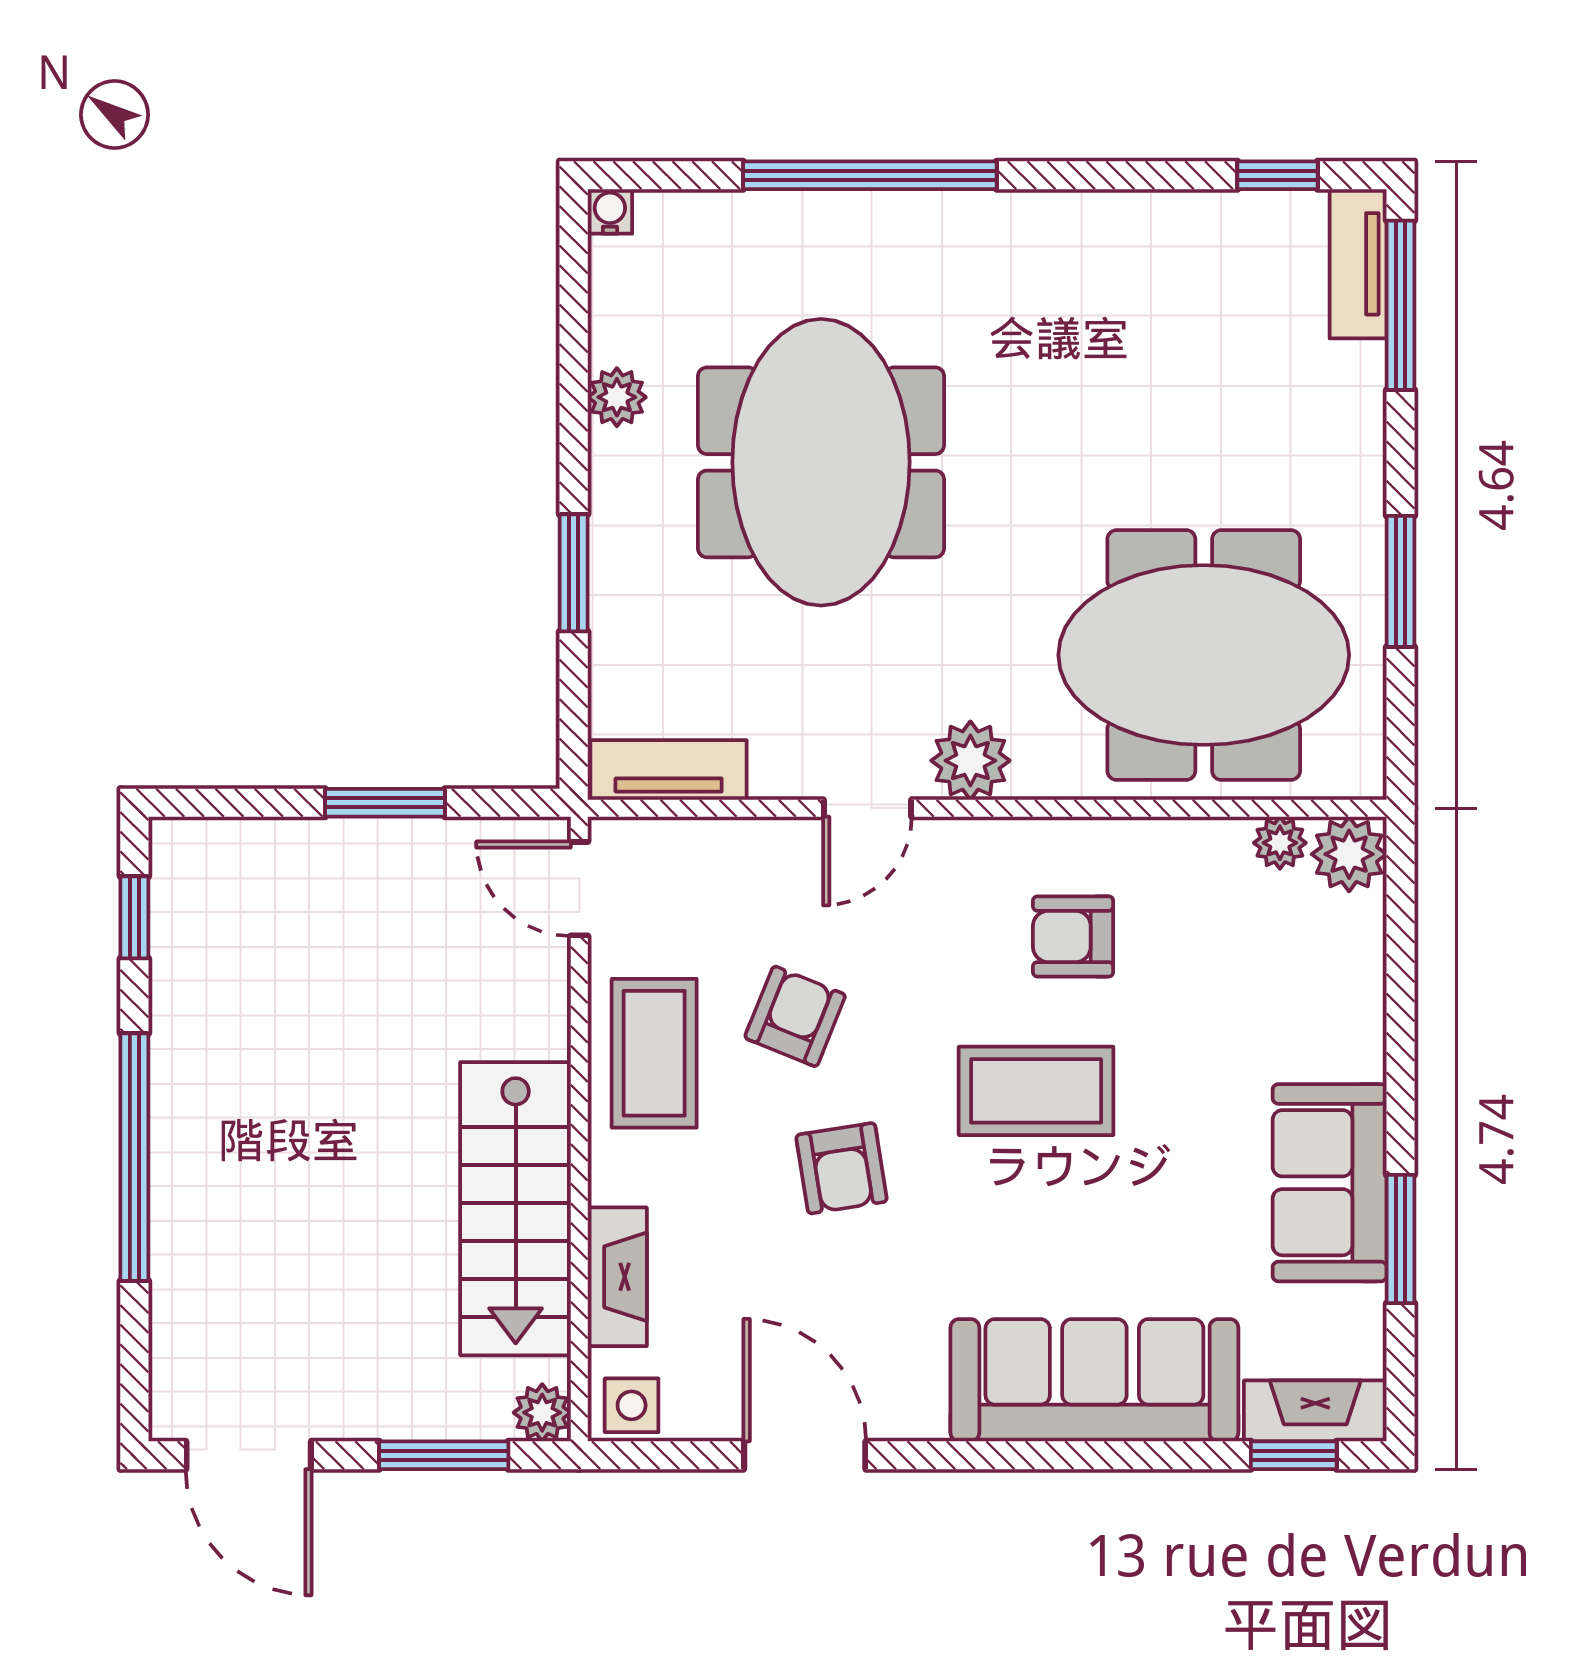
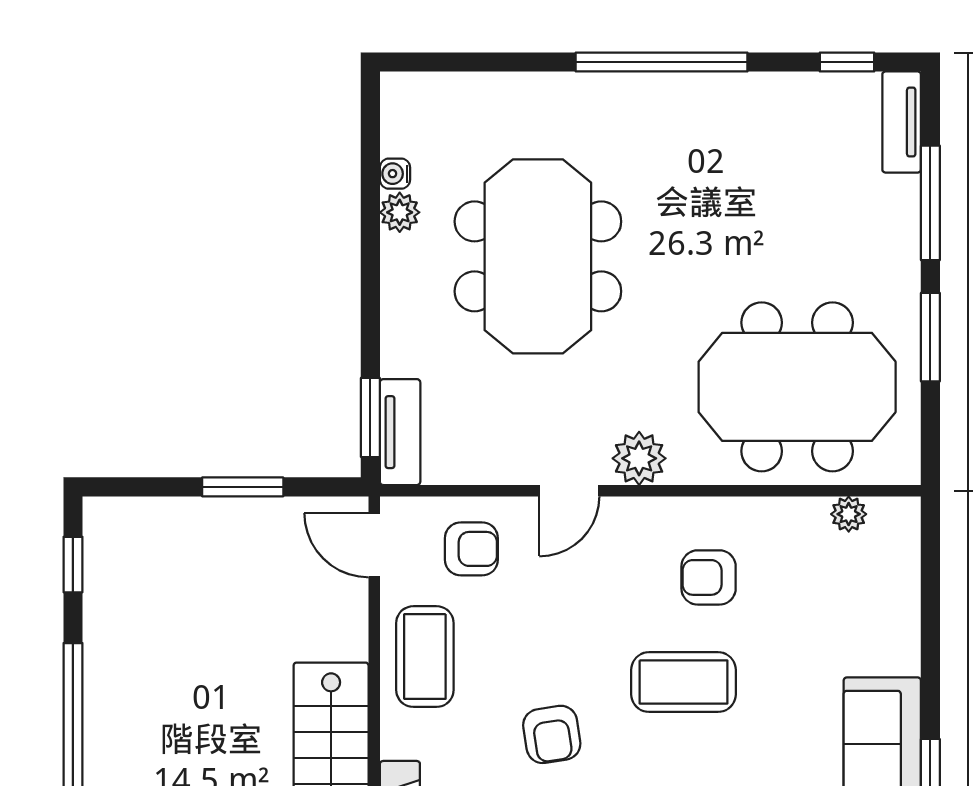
window: (870, 175) -> (662, 62), moved
water cooler: (610, 211) -> (395, 174), moved, turned -90
window: (1401, 305) -> (930, 203), moved
window: (574, 573) -> (370, 417), moved
tv unit: (669, 770) -> (400, 432), moved, turned 90
plant: (1349, 854) -> (895, 522), removed
armchair: (795, 1016) -> (471, 549), moved, turned 68

